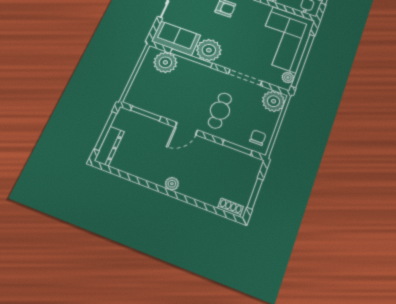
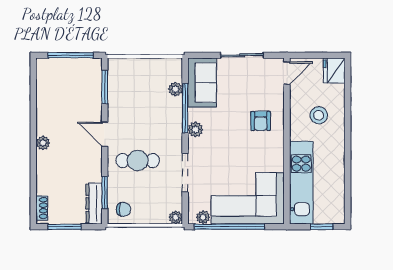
plant: (209, 50) -> (195, 129), width x0.53, depth x0.53
plant: (165, 62) -> (175, 89), width x0.53, depth x0.53
plant: (273, 101) -> (176, 217), width x0.53, depth x0.53
dresser: (109, 146) -> (94, 203), moved, turned 90

